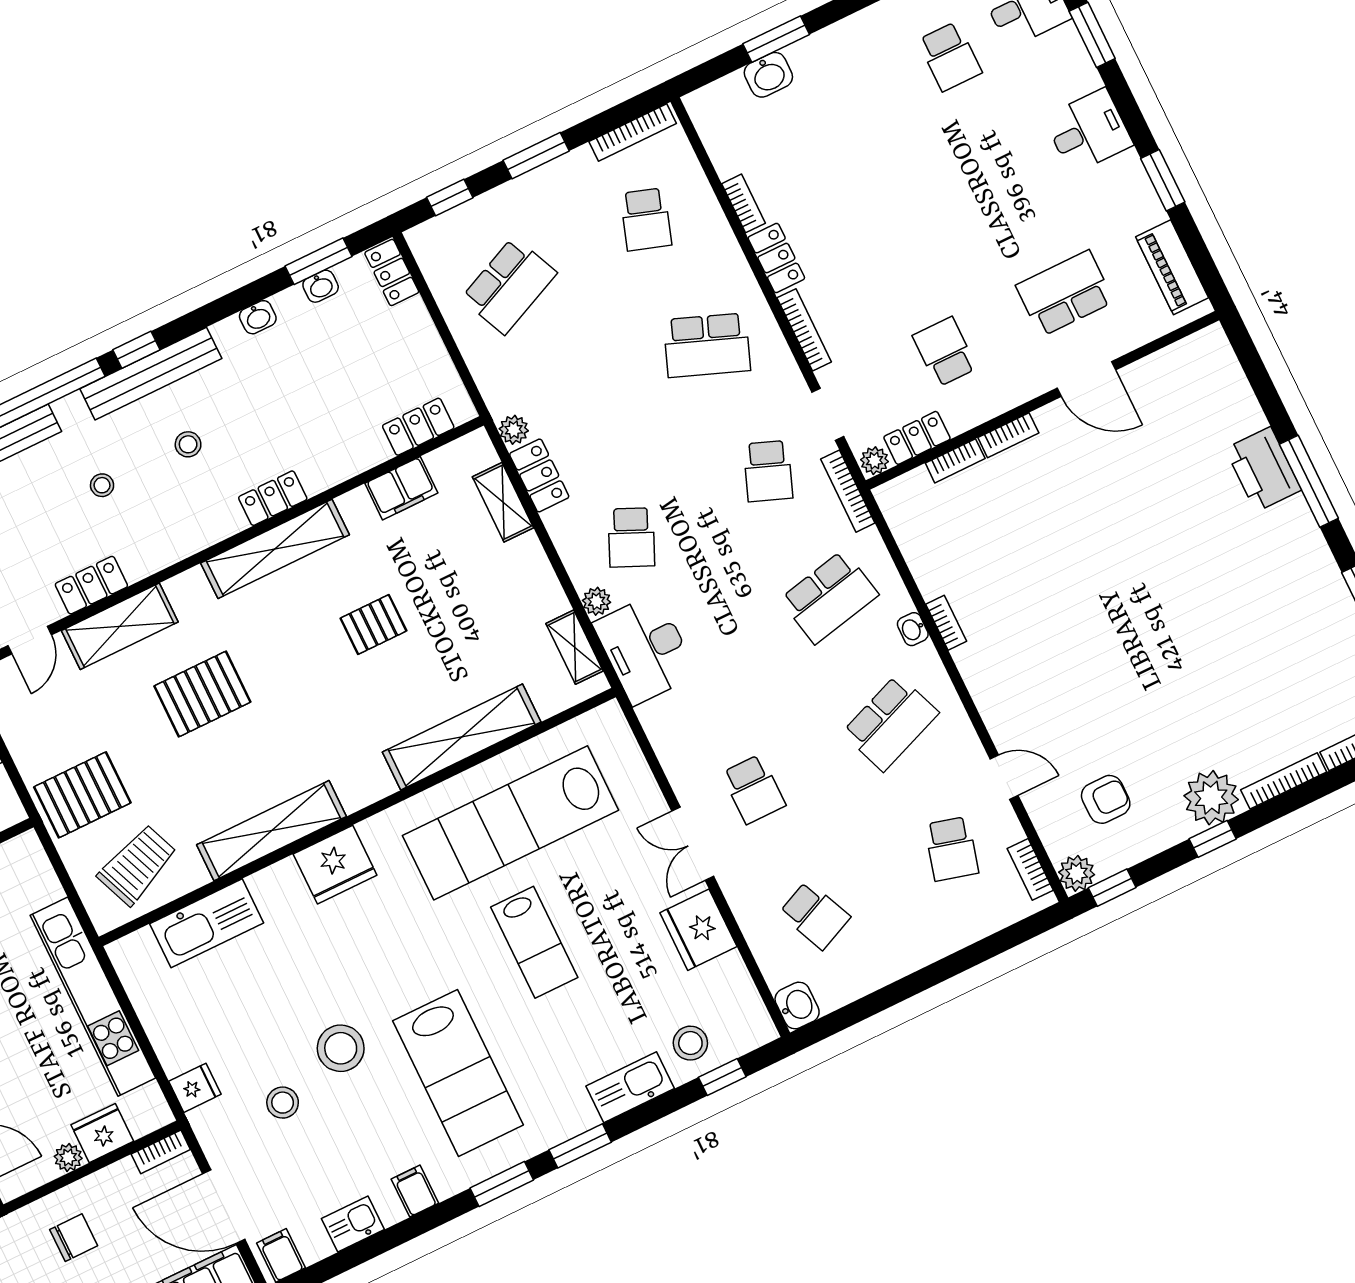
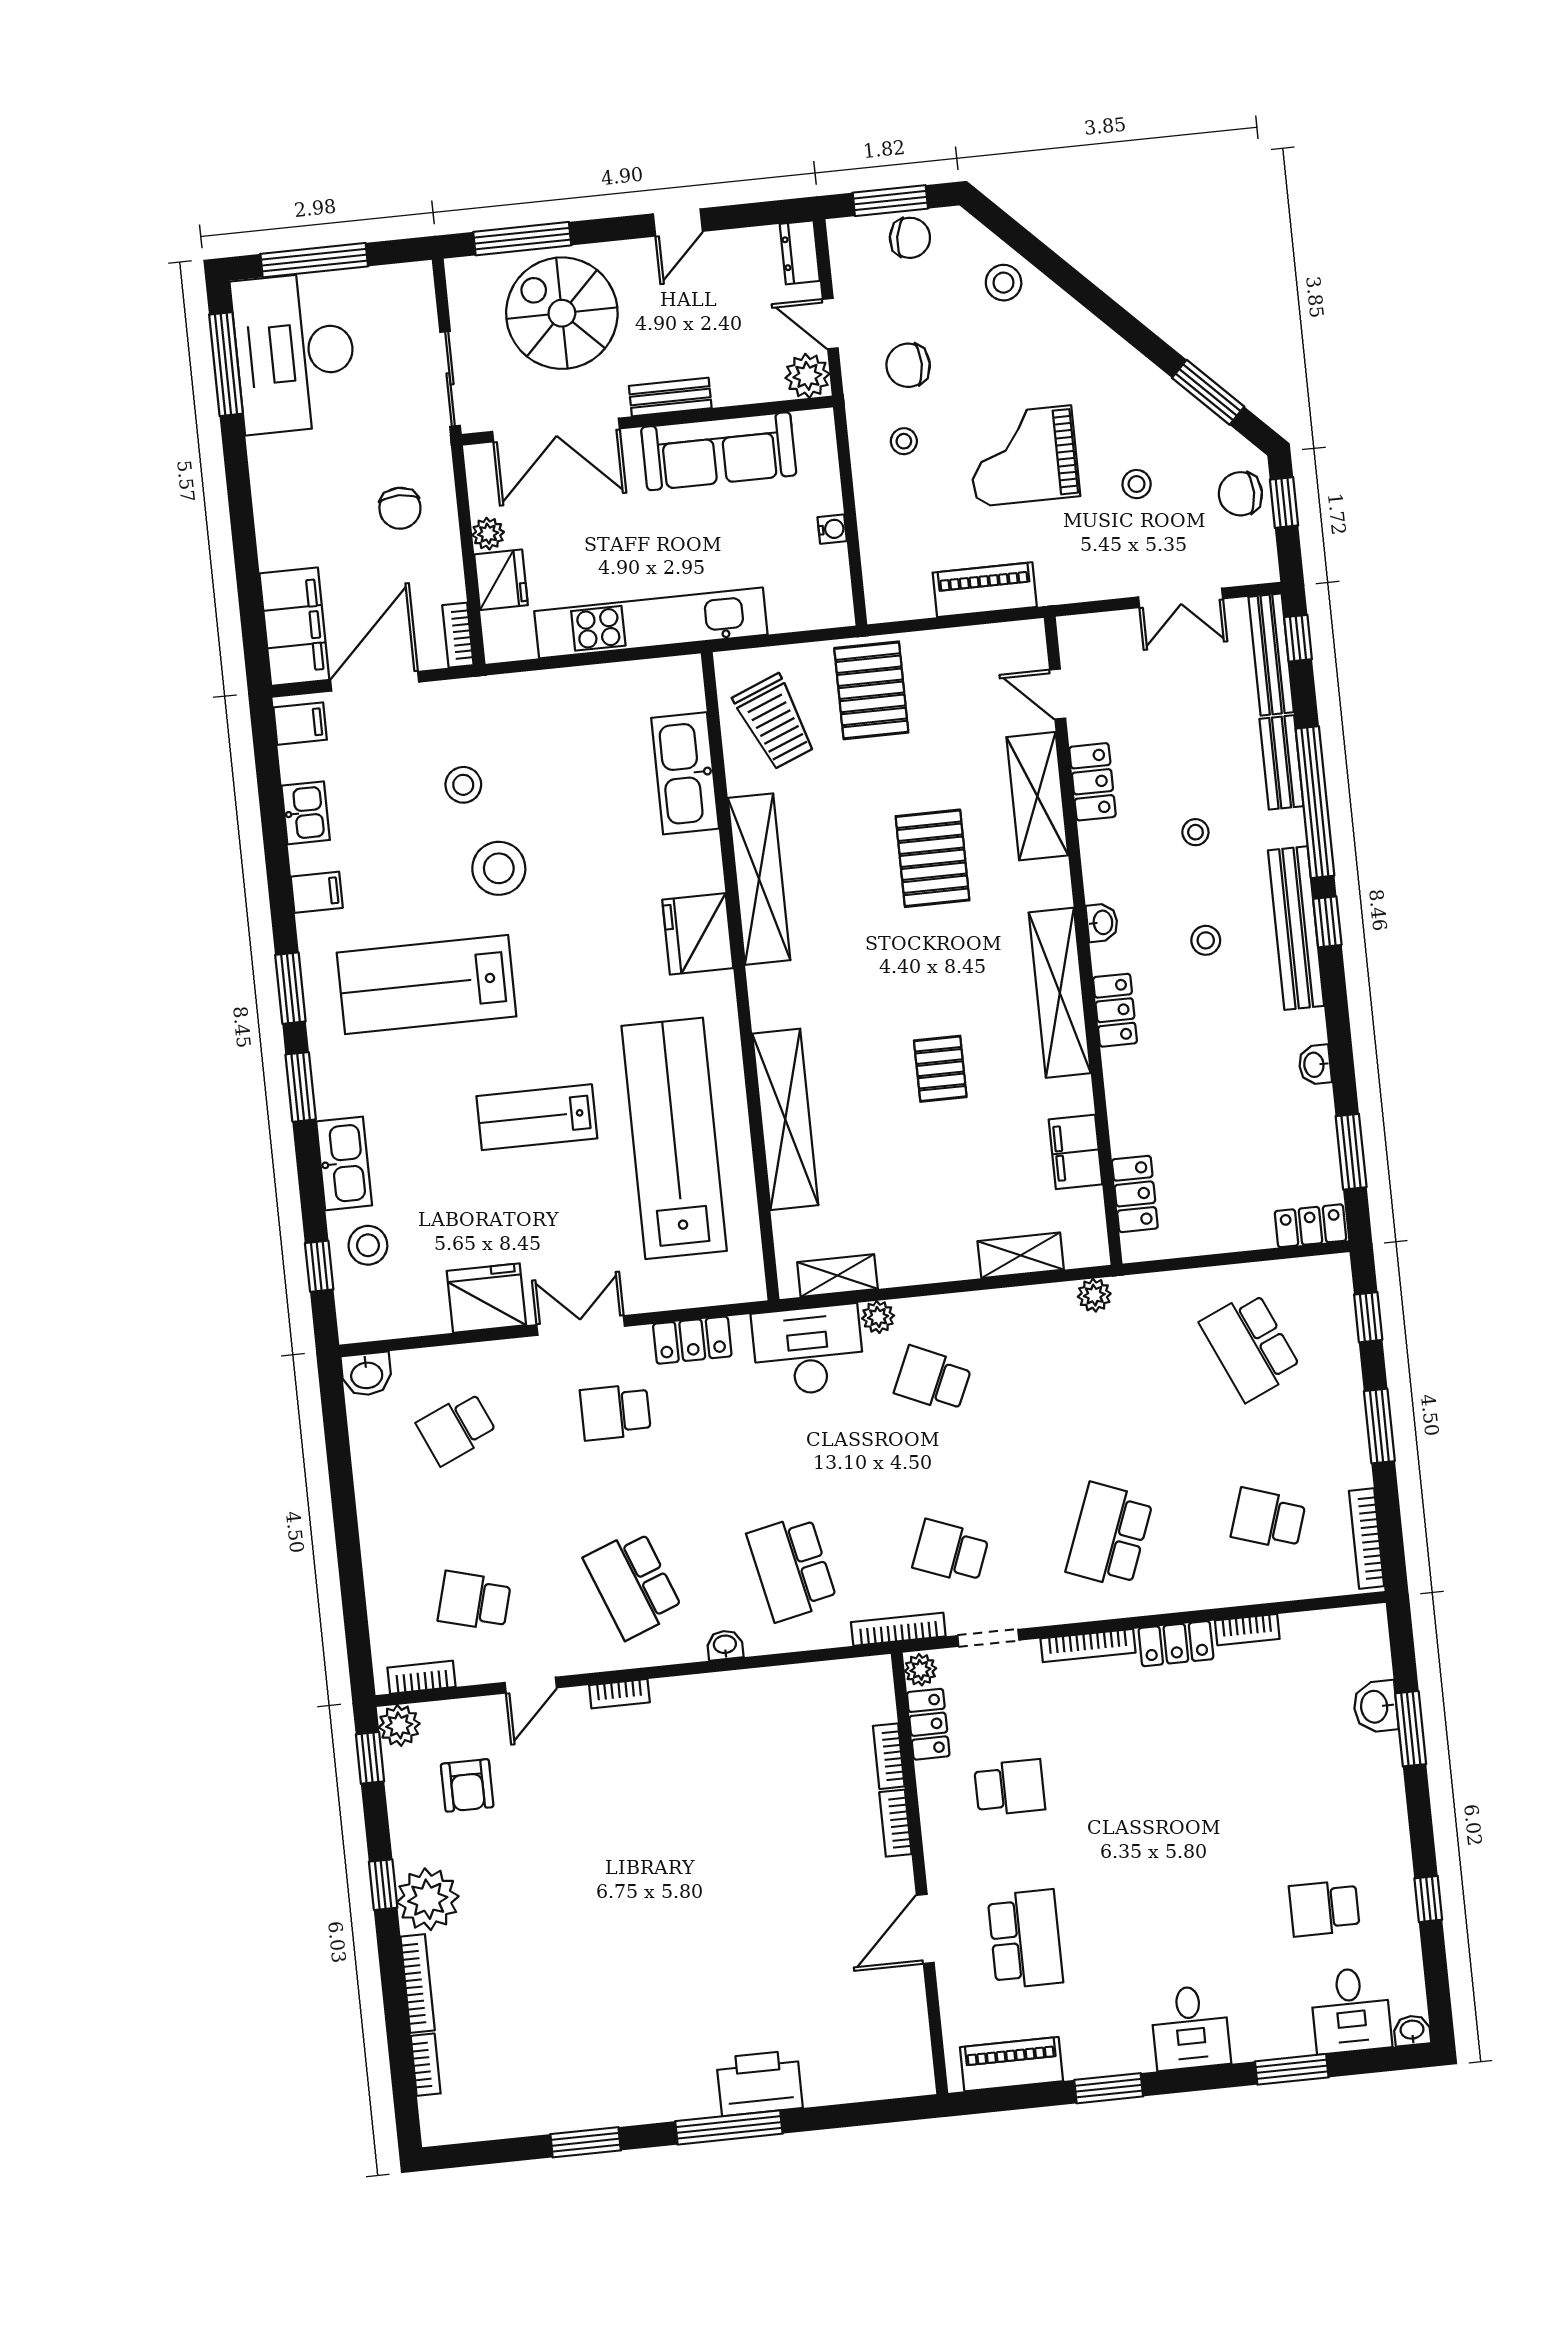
washbasin: (321, 286) -> (1102, 922), moved, turned 180
locker: (539, 475) -> (692, 1340), moved
bookcase: (946, 623) -> (619, 1694), moved
fridge: (195, 1088) -> (513, 697), removed

